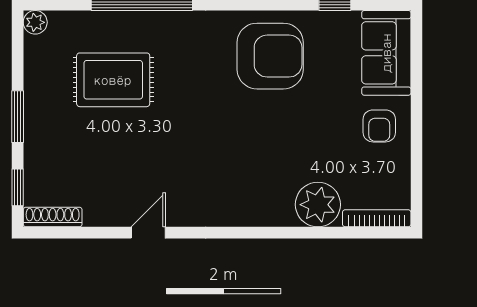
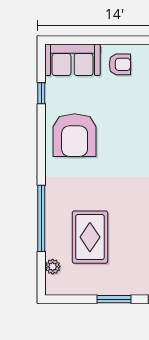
plant: (35, 22) -> (53, 267), moved
armchair: (270, 56) -> (75, 135), turned 180

